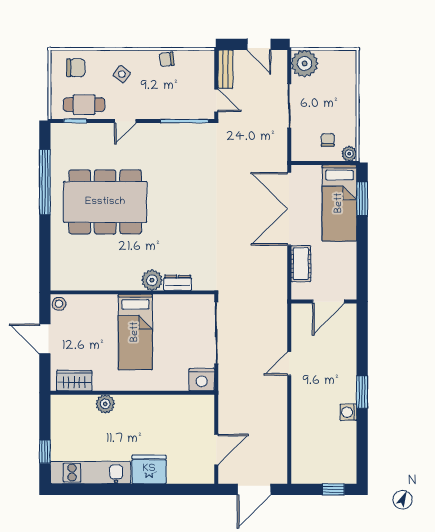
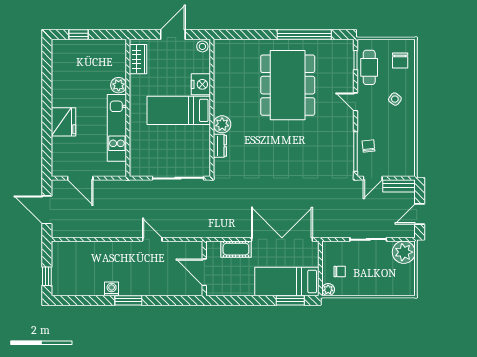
chair: (167, 59) -> (368, 146), moved
nightstand: (202, 380) -> (201, 84), moved, turned 180
kitchen unit: (90, 473) -> (117, 128), moved, turned 180

